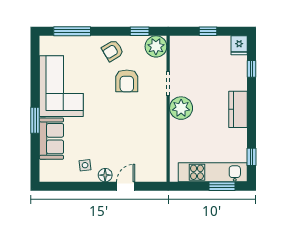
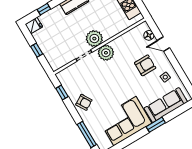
plant: (156, 46) -> (106, 53), moved
armchair: (127, 81) -> (145, 65), moved
sofa: (51, 139) -> (166, 105), width x1.36
floor lamp: (105, 175) -> (149, 35), moved

